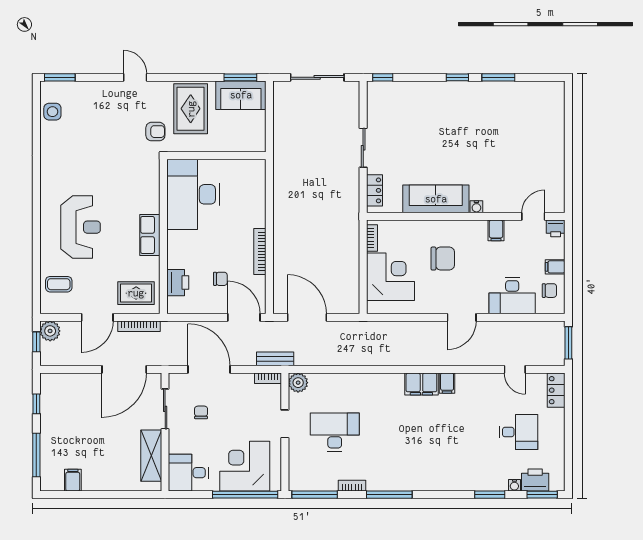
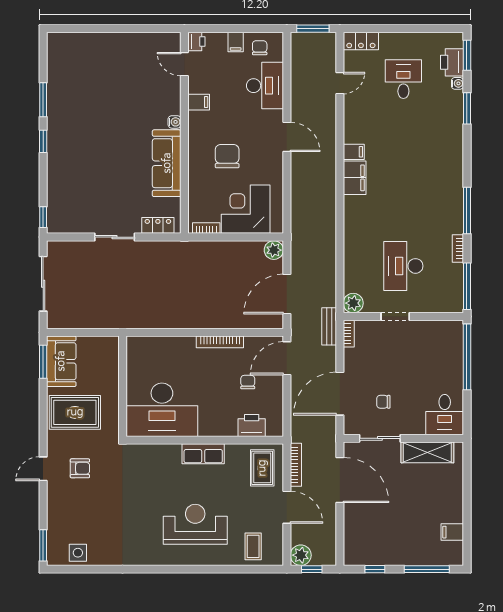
armchair: (155, 132) -> (80, 468), moved, turned 90
plant: (350, 304) -> (274, 250), added
corner desk: (245, 466) -> (438, 357), removed

